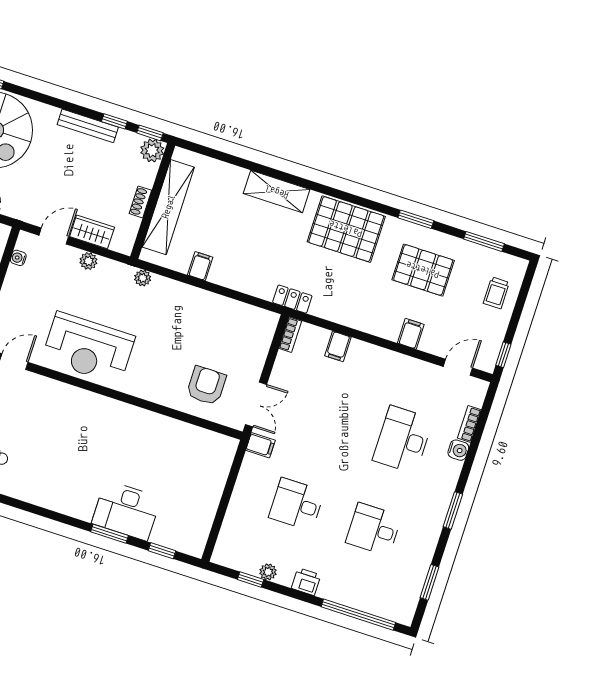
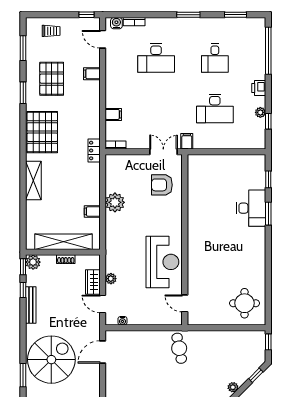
plant: (143, 278) -> (115, 202), moved, width x1.87, depth x1.87
water cooler: (458, 450) -> (116, 23), moved
desk: (297, 504) -> (215, 108), width x1.37

